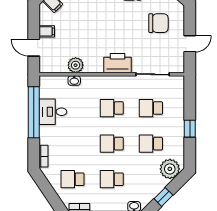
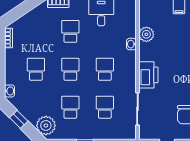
washbasin: (74, 81) -> (131, 44), moved
school desk: (73, 179) -> (70, 31), moved

